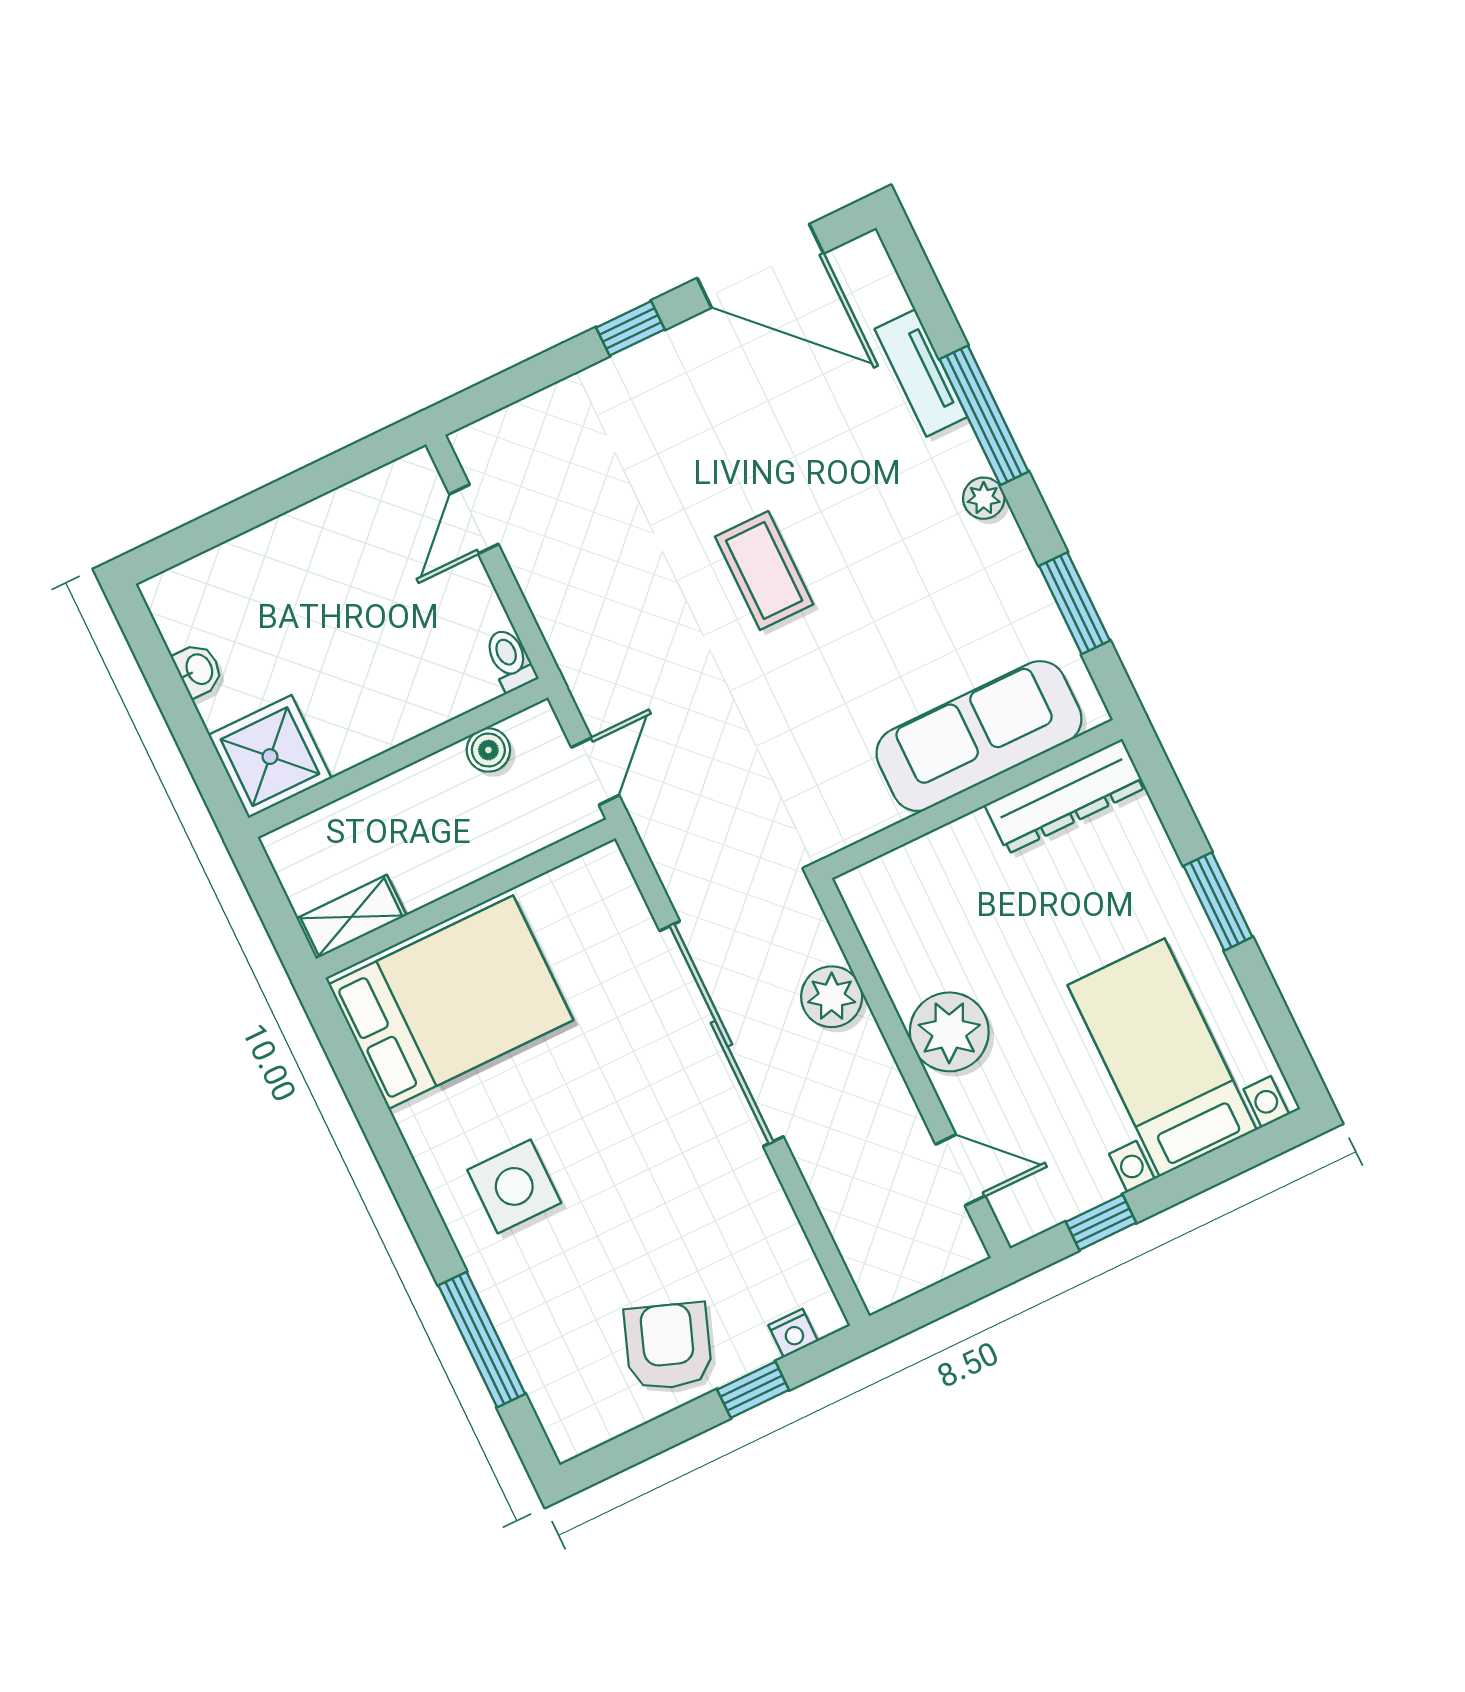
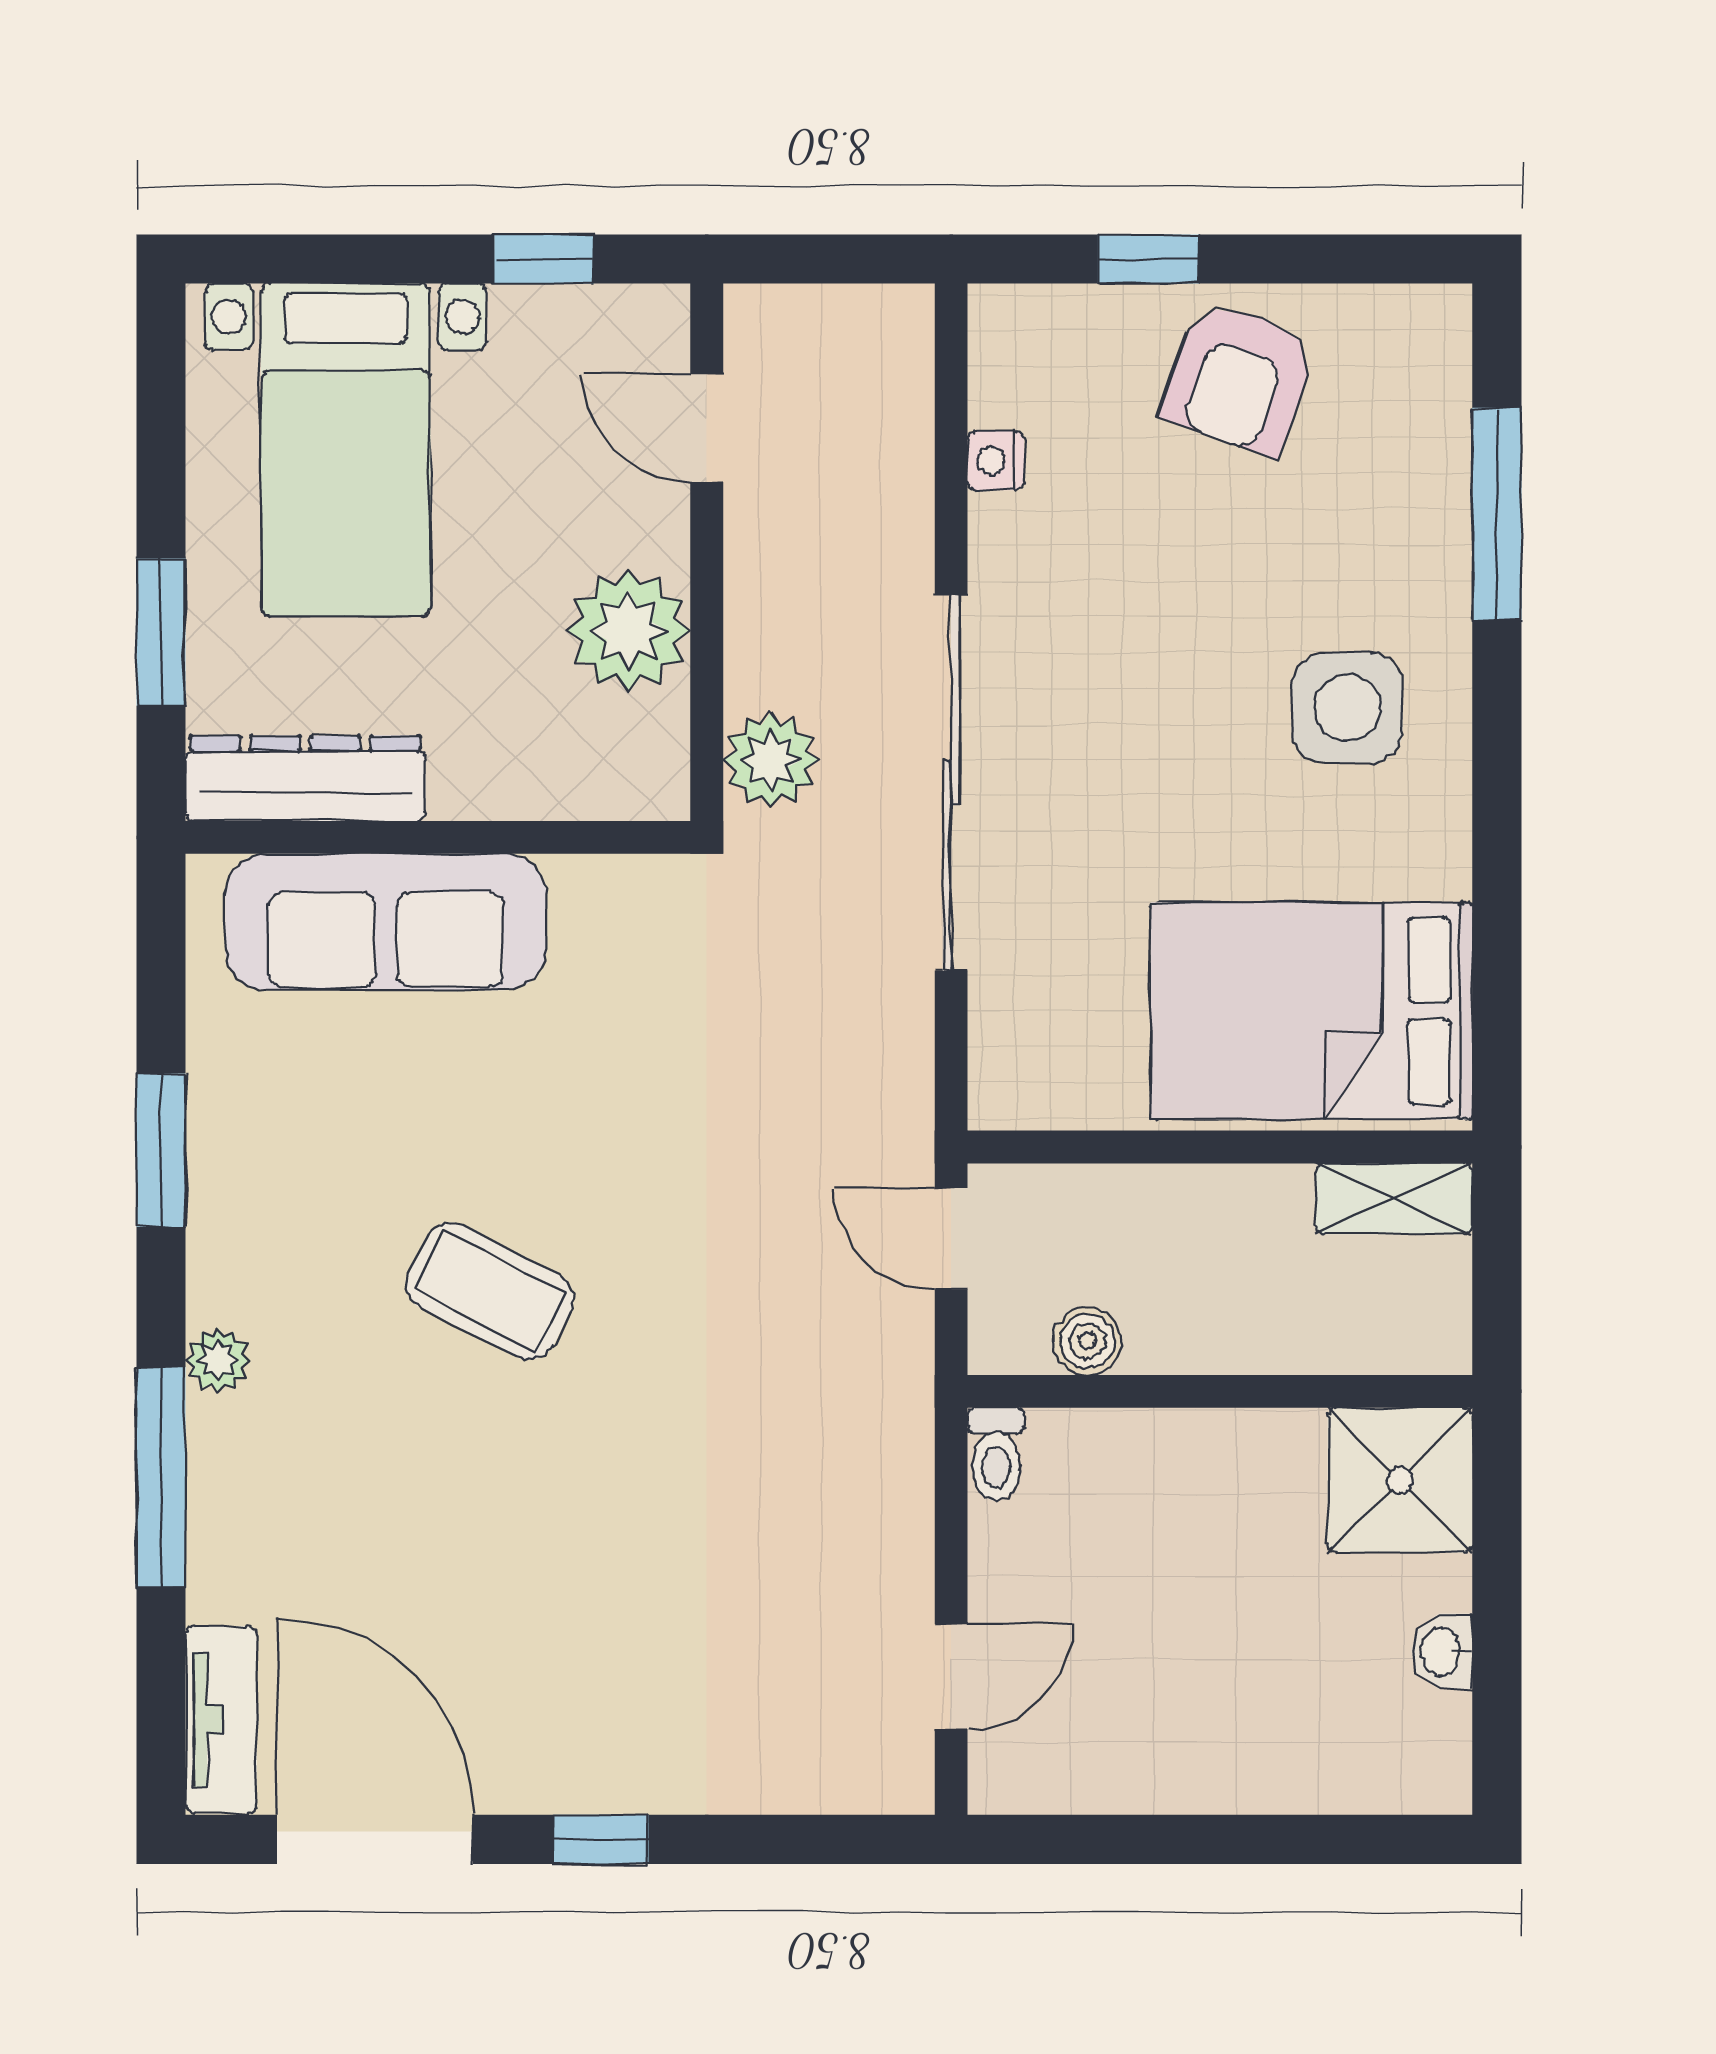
tv unit: (921, 373) -> (221, 1720), moved
coffee table: (764, 571) -> (490, 1291), moved, turned -63
sofa: (979, 736) -> (386, 922), moved
door: (595, 771) -> (951, 1239), hinge flipped
dresser: (1065, 796) -> (305, 778), moved
wall: (972, 799) -> (438, 837), moved
nightstand: (793, 1333) -> (996, 460), moved, turned -90

